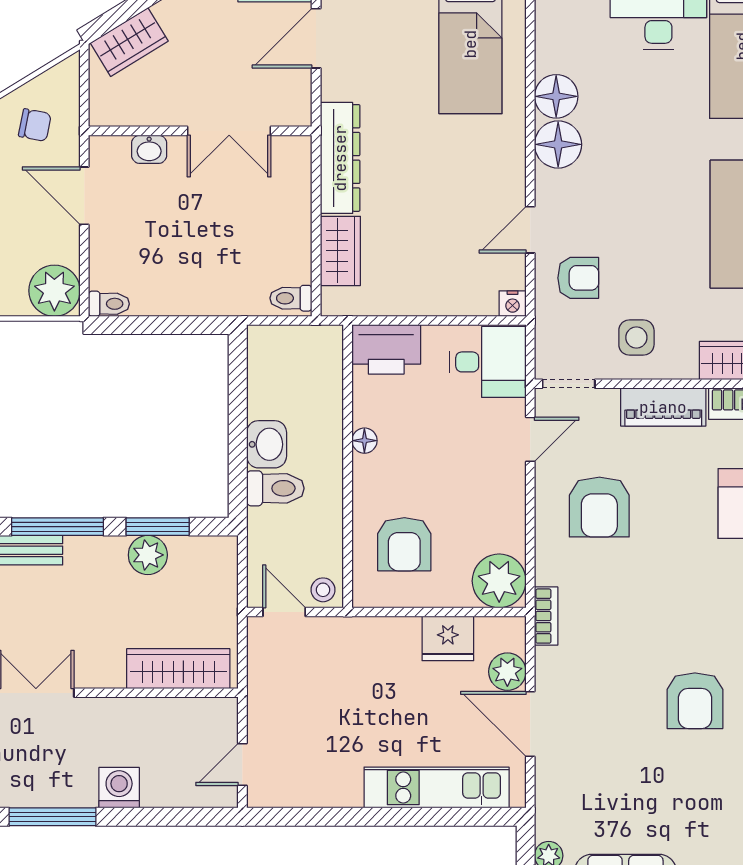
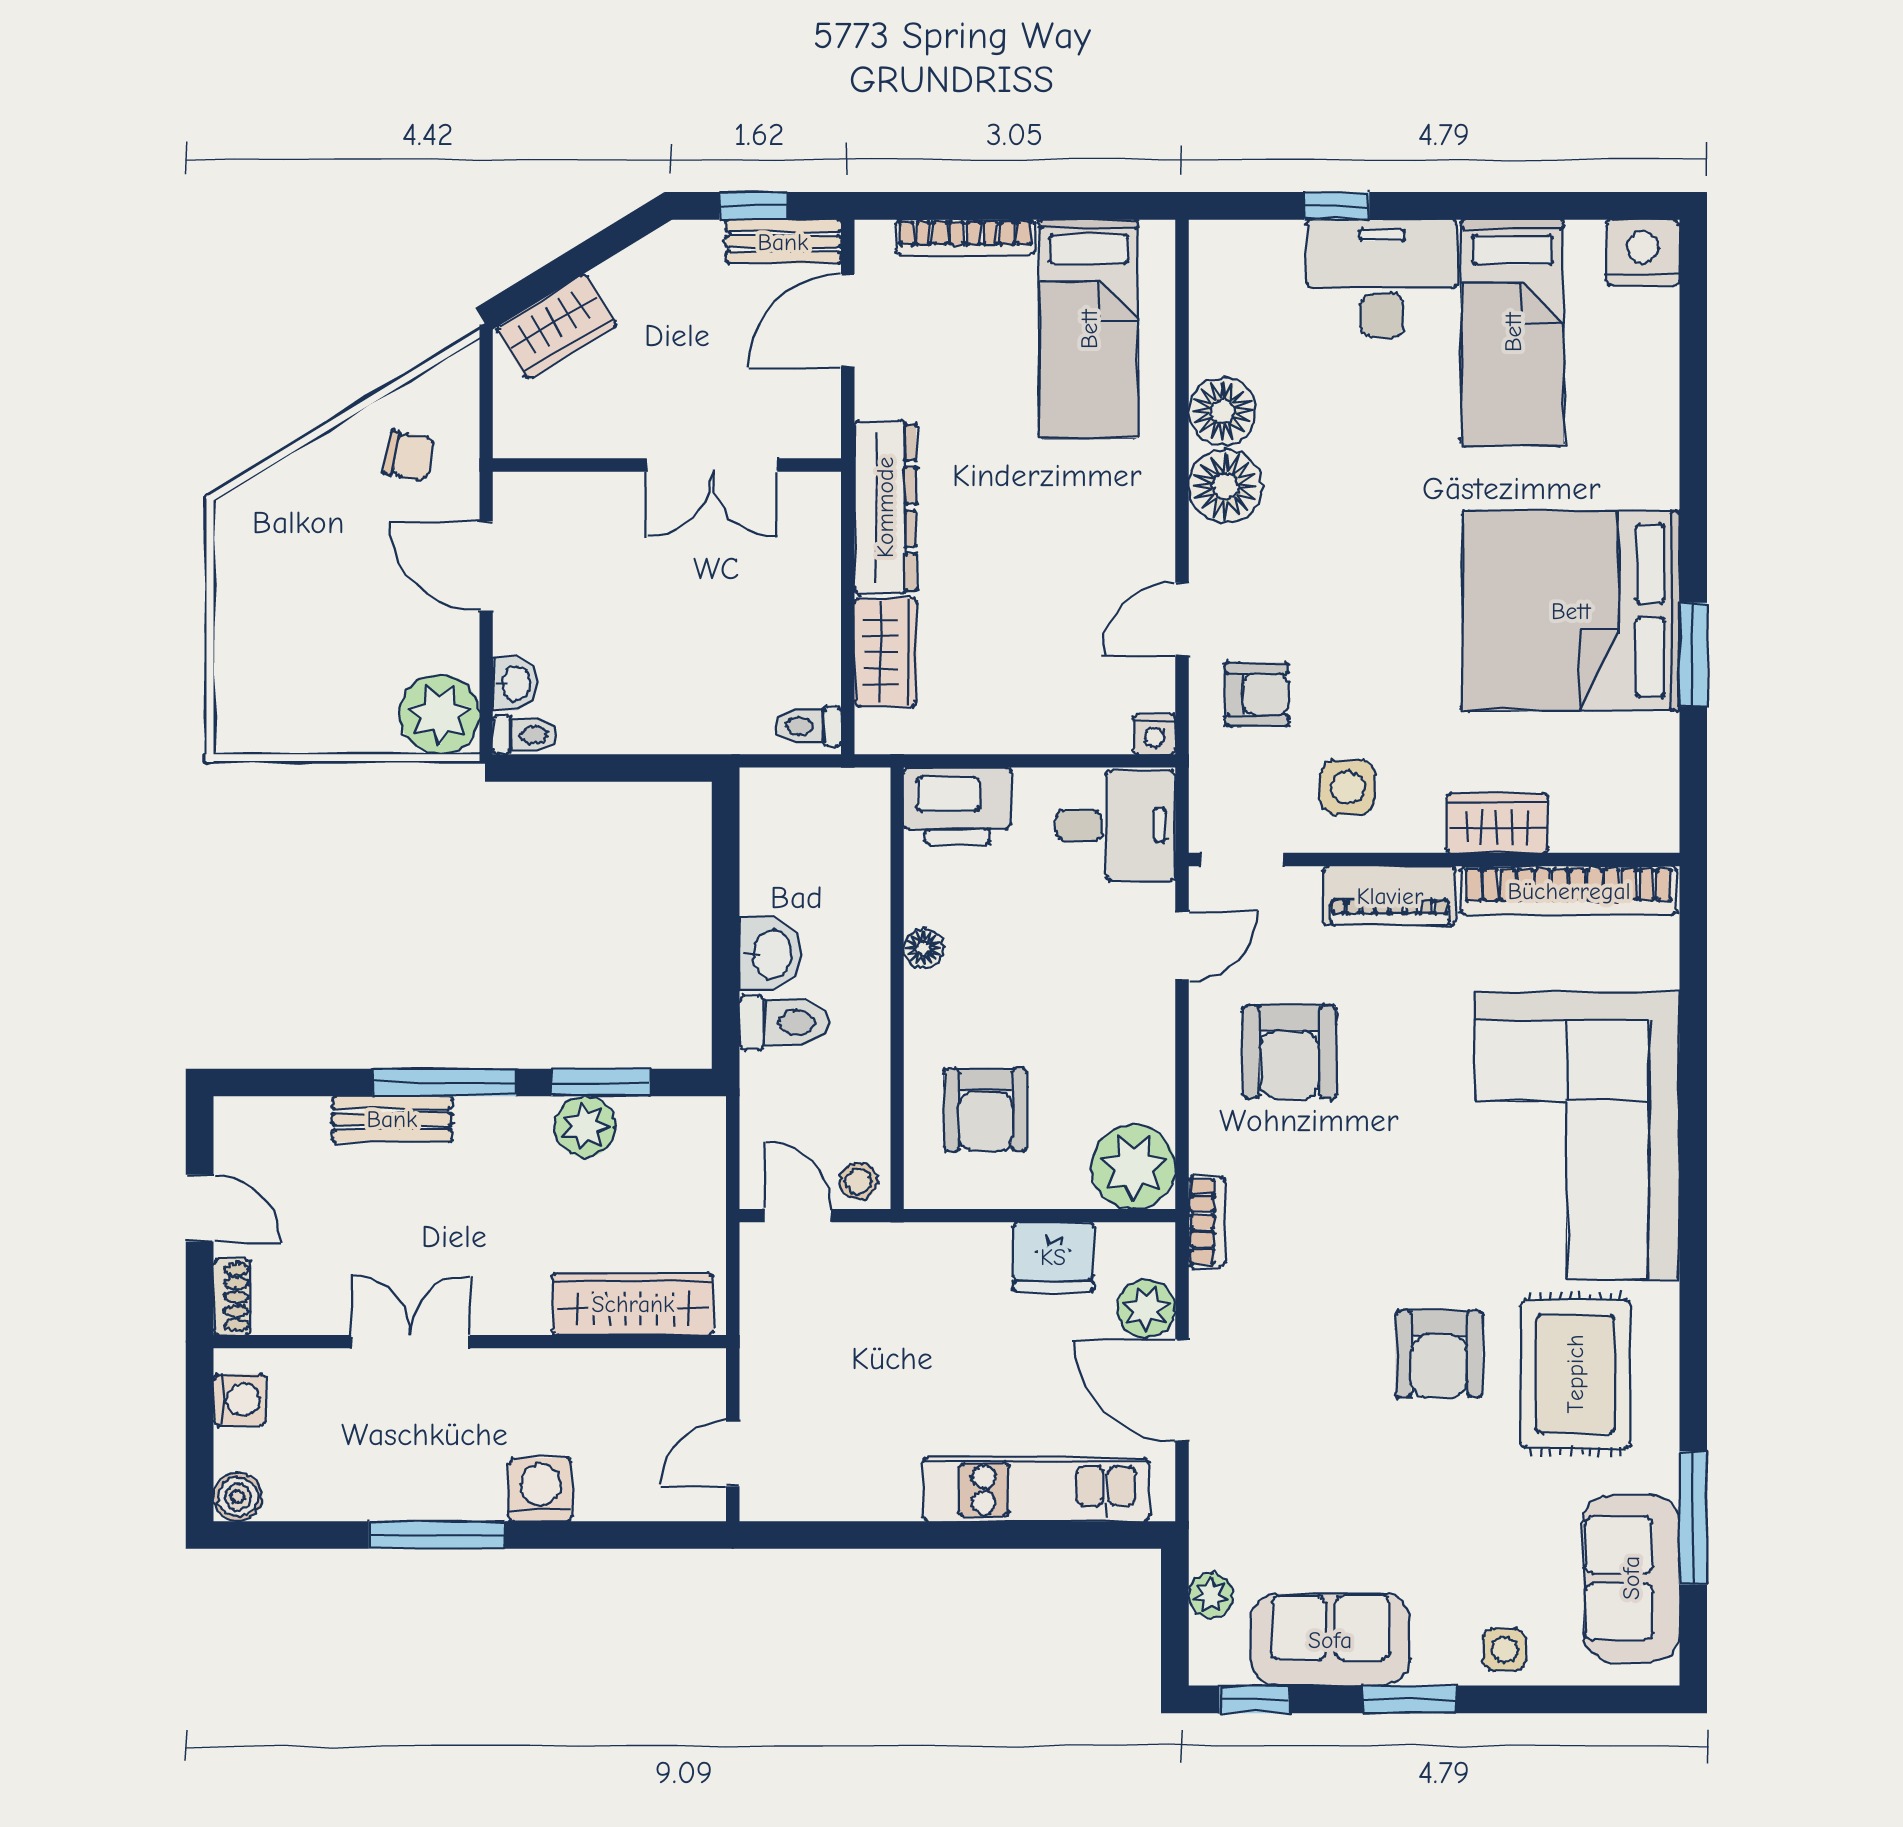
washbasin: (149, 149) -> (515, 683), moved, turned -90

